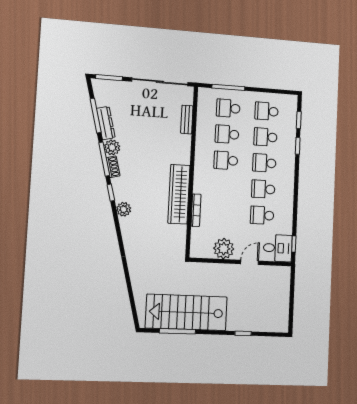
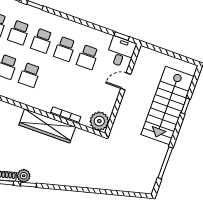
plant: (124, 209) -> (24, 176), moved
plant: (224, 249) -> (99, 121), moved
door: (250, 262) -> (126, 81), hinge flipped
stairs: (186, 312) -> (168, 106), moved

